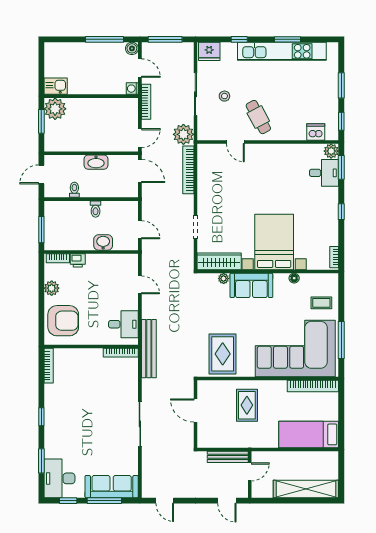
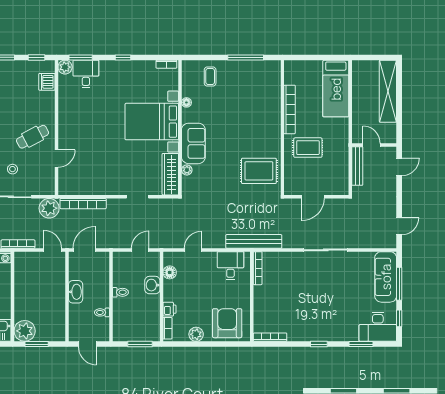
floor lamp: (116, 261) -> (170, 272), added
corner sofa: (295, 348) -> (254, 101), removed
bookcase: (313, 386) -> (290, 109), moved

